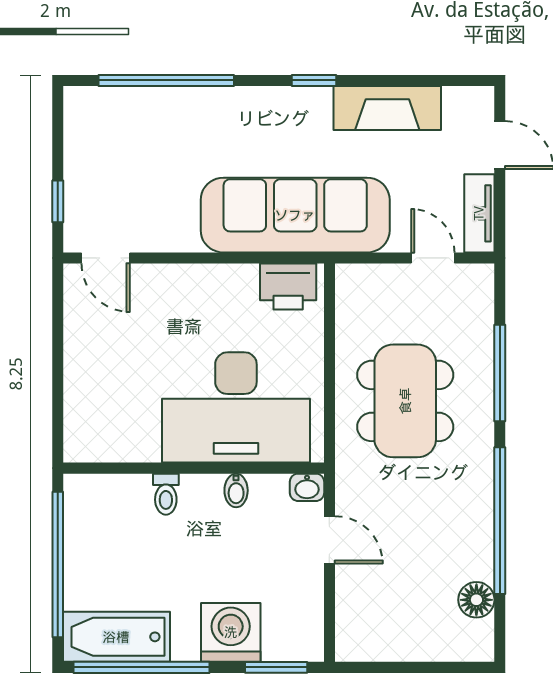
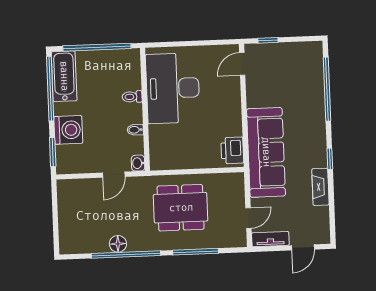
fireplace: (387, 108) -> (320, 187), width x0.73, depth x0.76
desk: (236, 407) -> (173, 88), moved
floor lamp: (476, 600) -> (118, 244), moved

